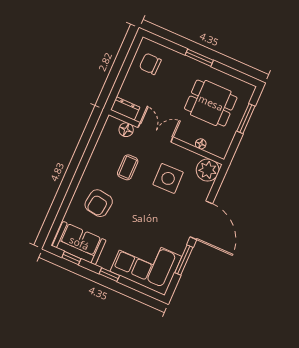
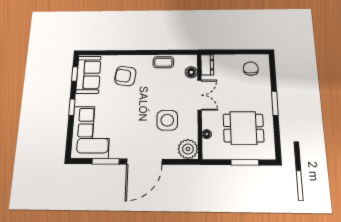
dining table: (211, 103) -> (243, 128), turned 90
coffee table: (128, 167) -> (163, 62), moved

